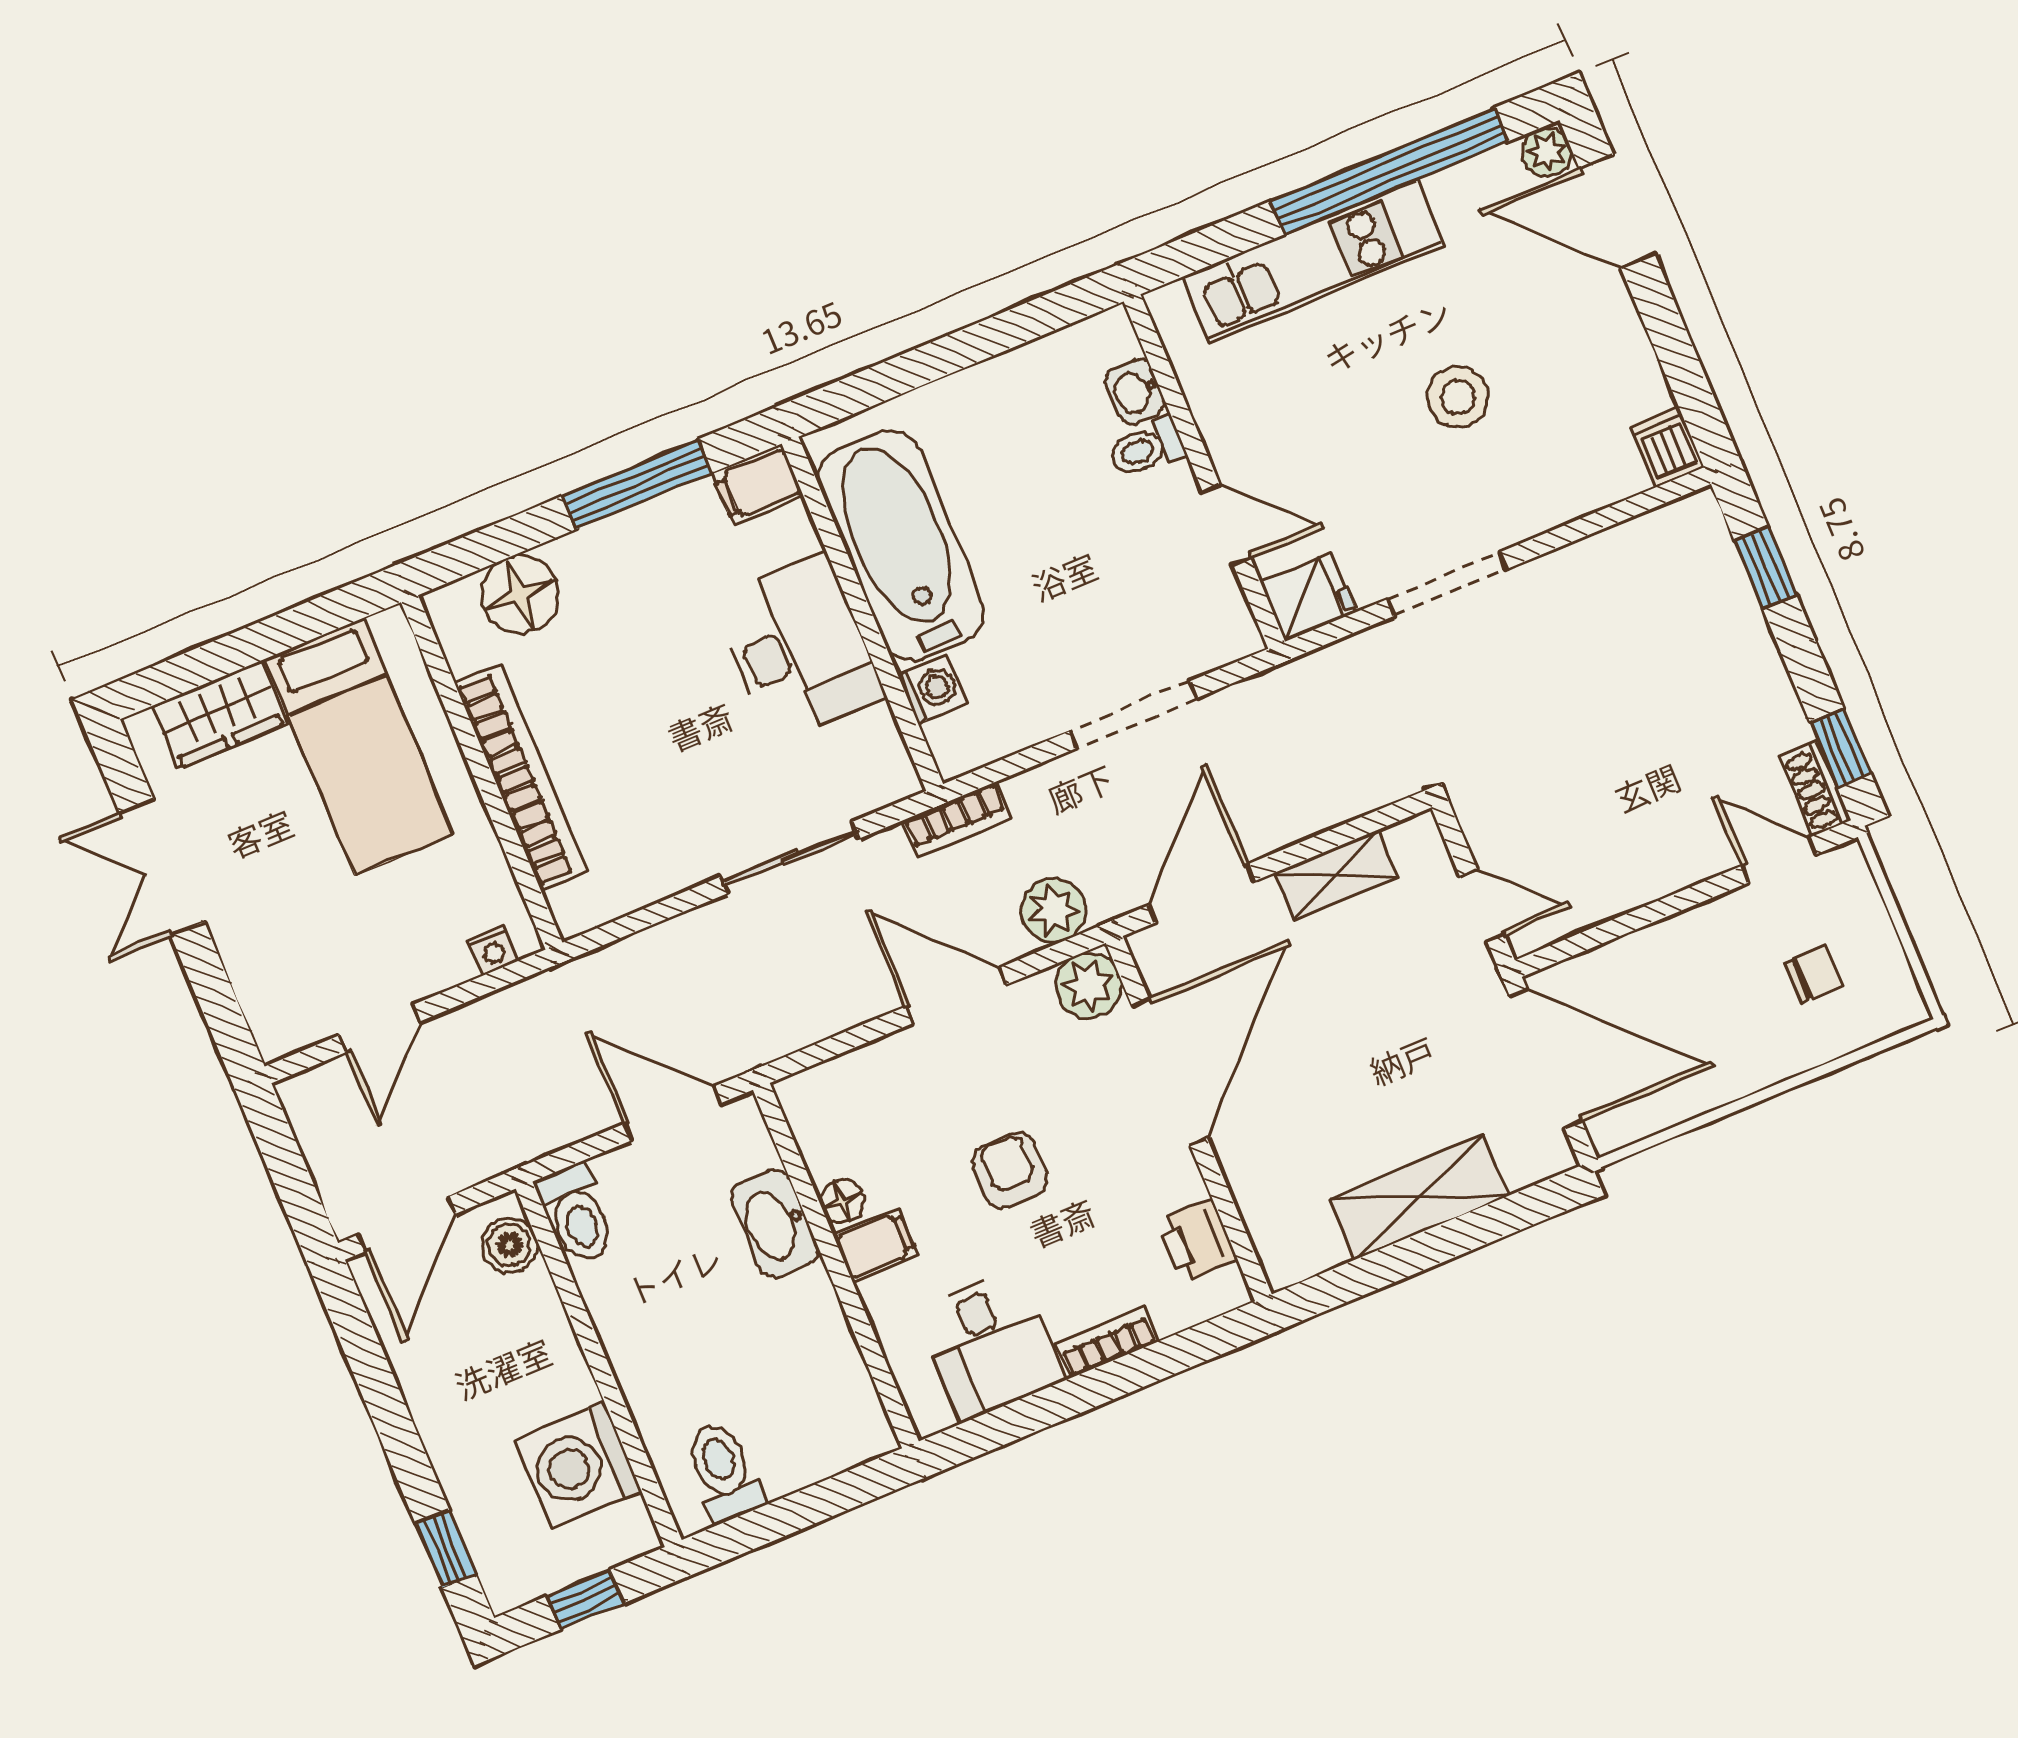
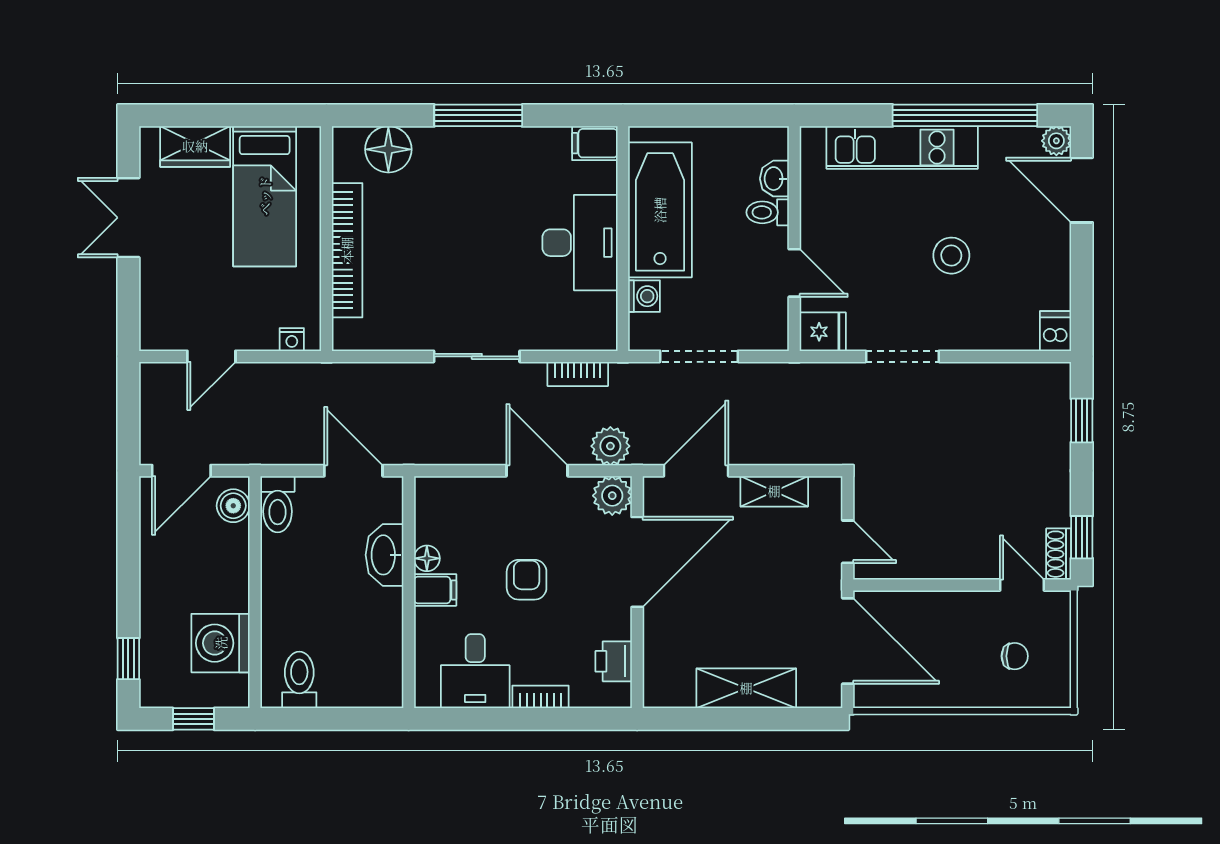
filing cabinet: (758, 484) -> (595, 143), moved
bathtub: (901, 546) -> (660, 210), moved
wall: (862, 614) -> (623, 239), moved
desk: (799, 648) -> (580, 243), moved
washing machine: (932, 689) -> (644, 296), moved

